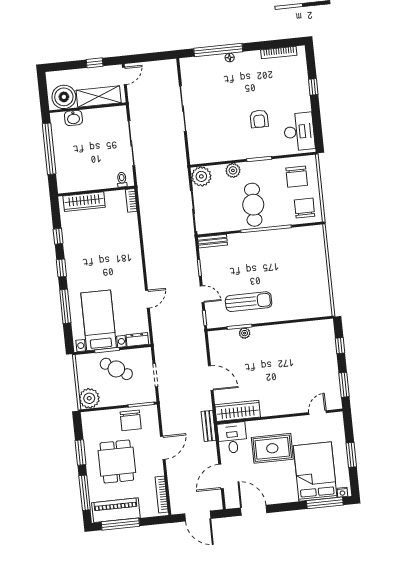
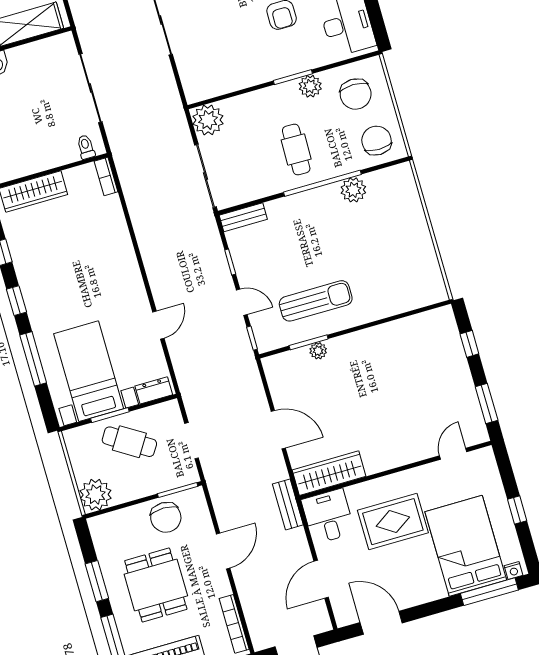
plant: (233, 170) -> (310, 86), moved
cafe table: (253, 205) -> (296, 150), width x0.73, depth x0.74
plant: (285, 236) -> (353, 190), added
window: (351, 455) -> (517, 510), width x0.67

